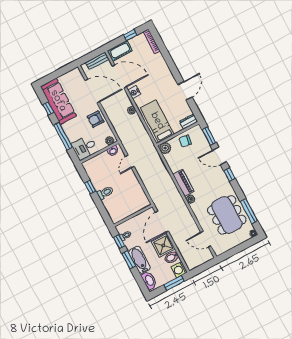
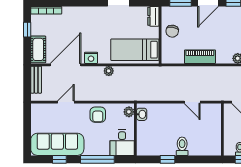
door: (92, 91) -> (66, 102), width x0.53
plant: (165, 148) -> (168, 57), removed
door: (130, 161) -> (192, 102), moved
piano: (183, 183) -> (200, 57), moved

